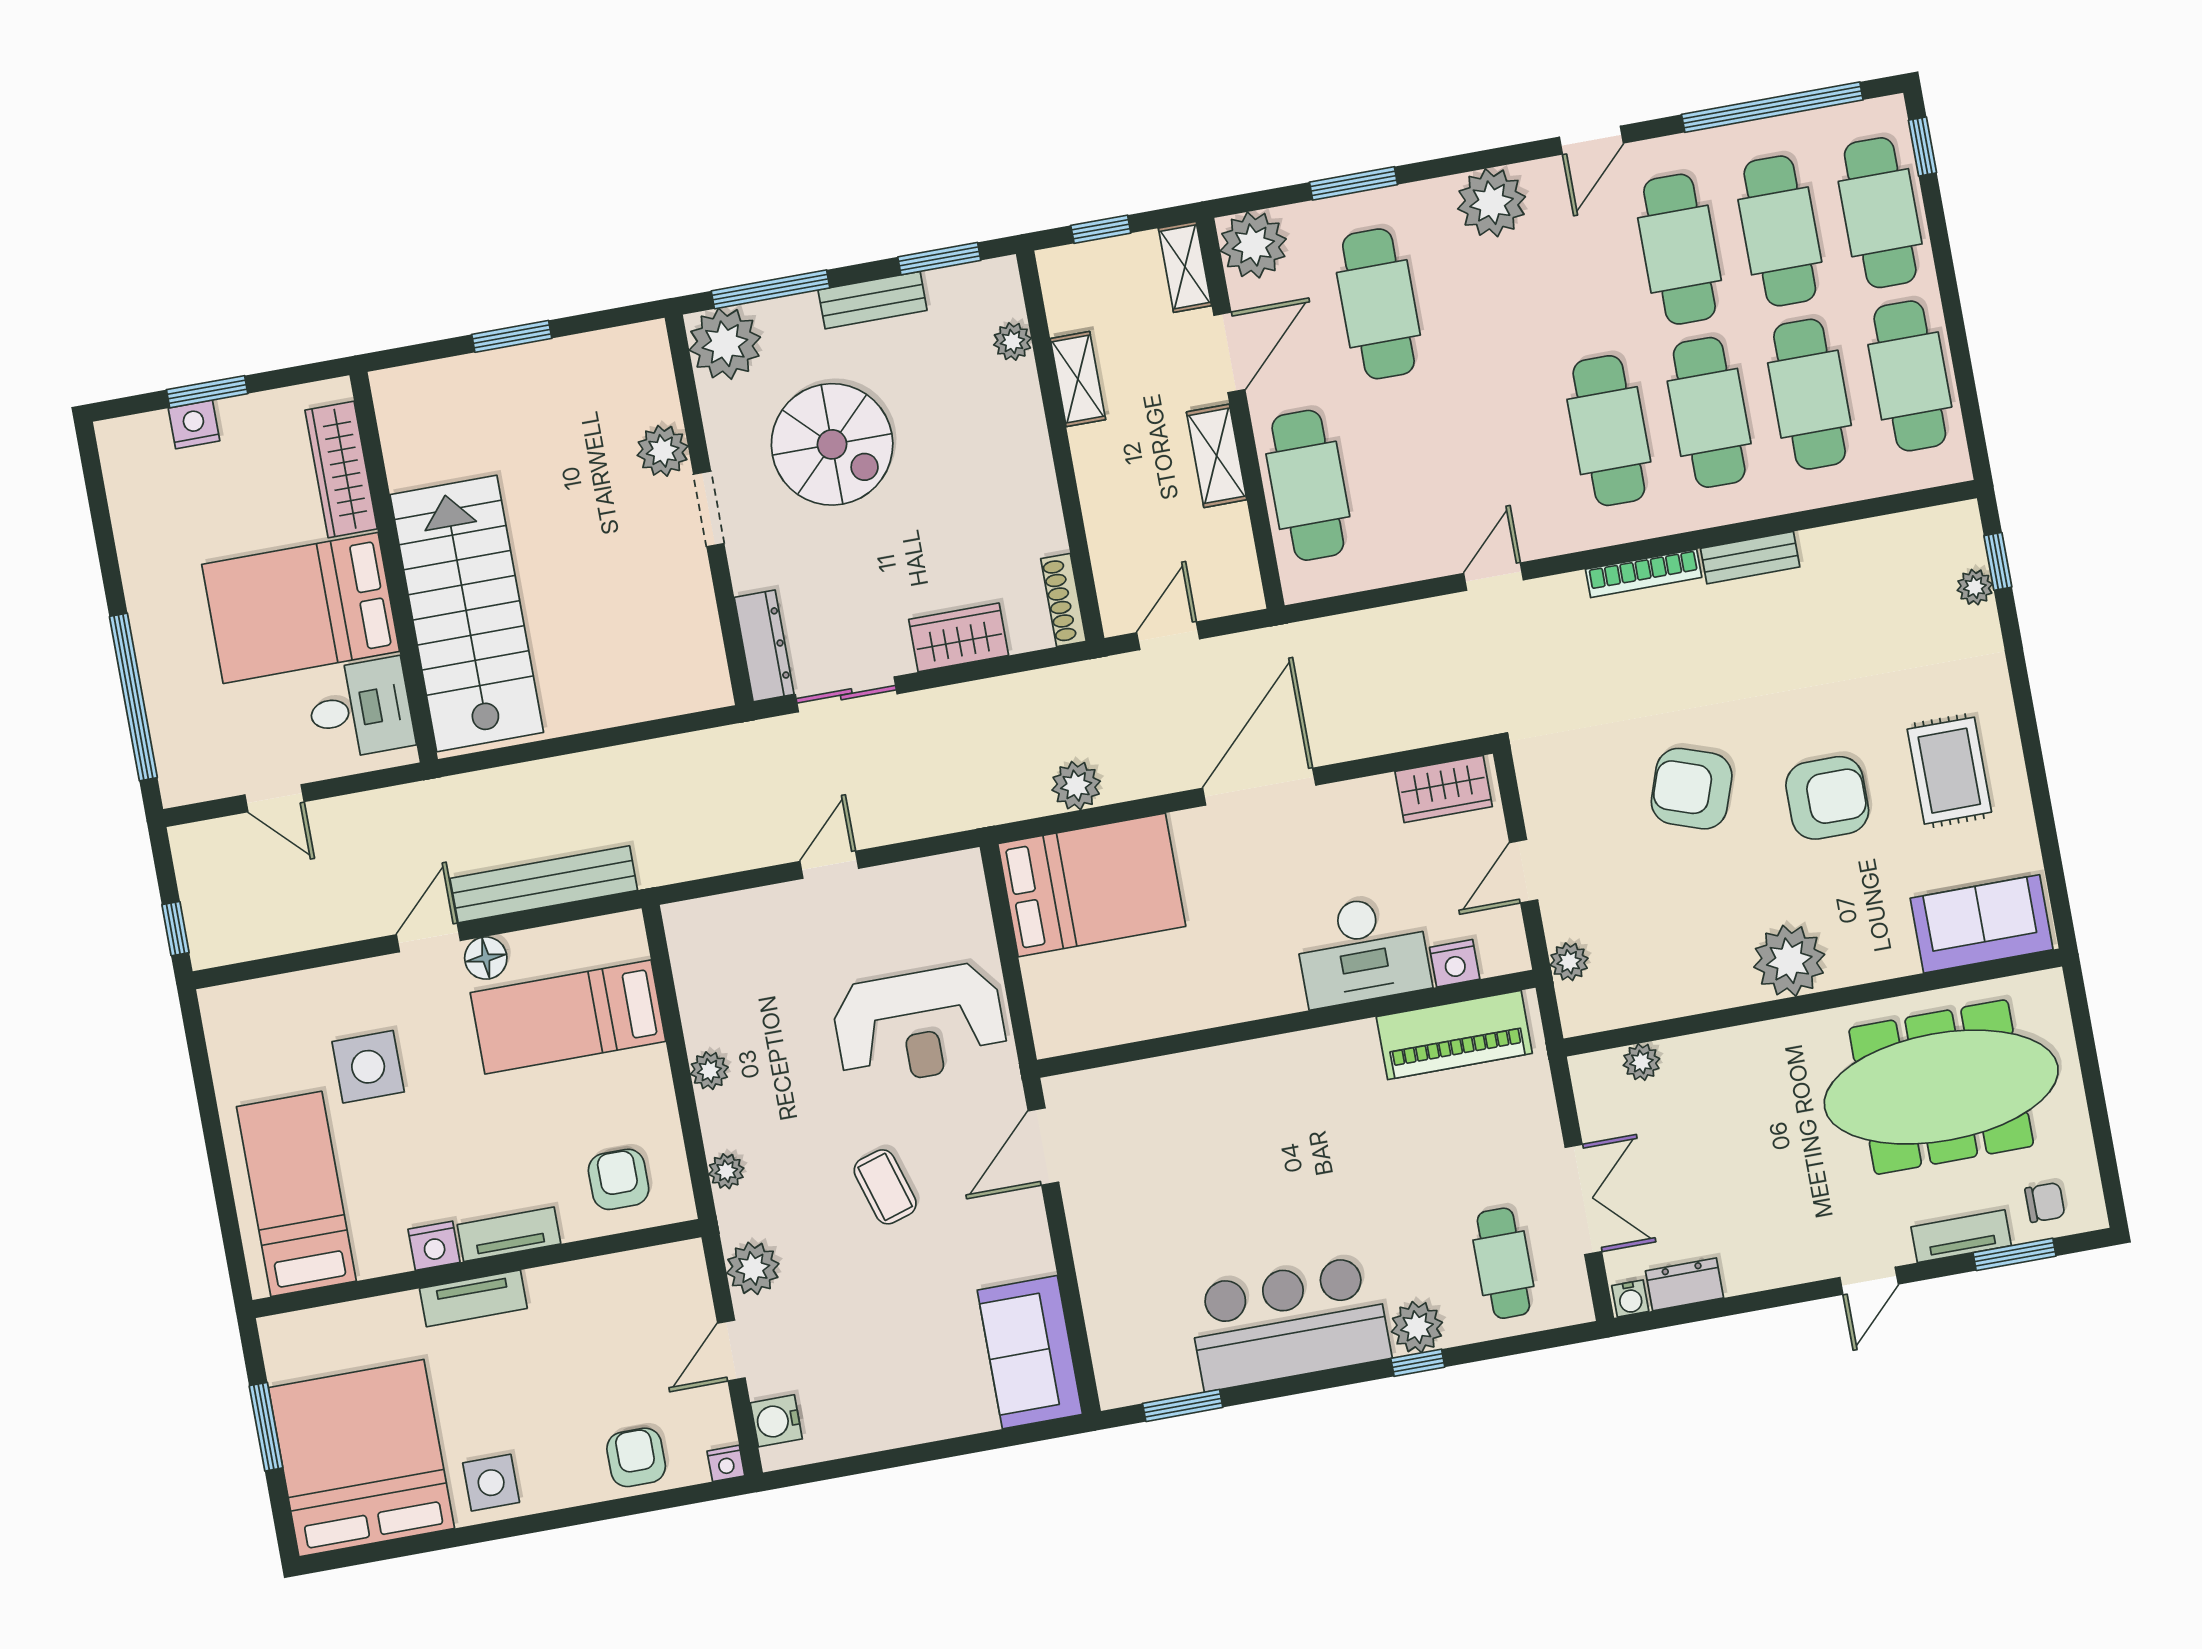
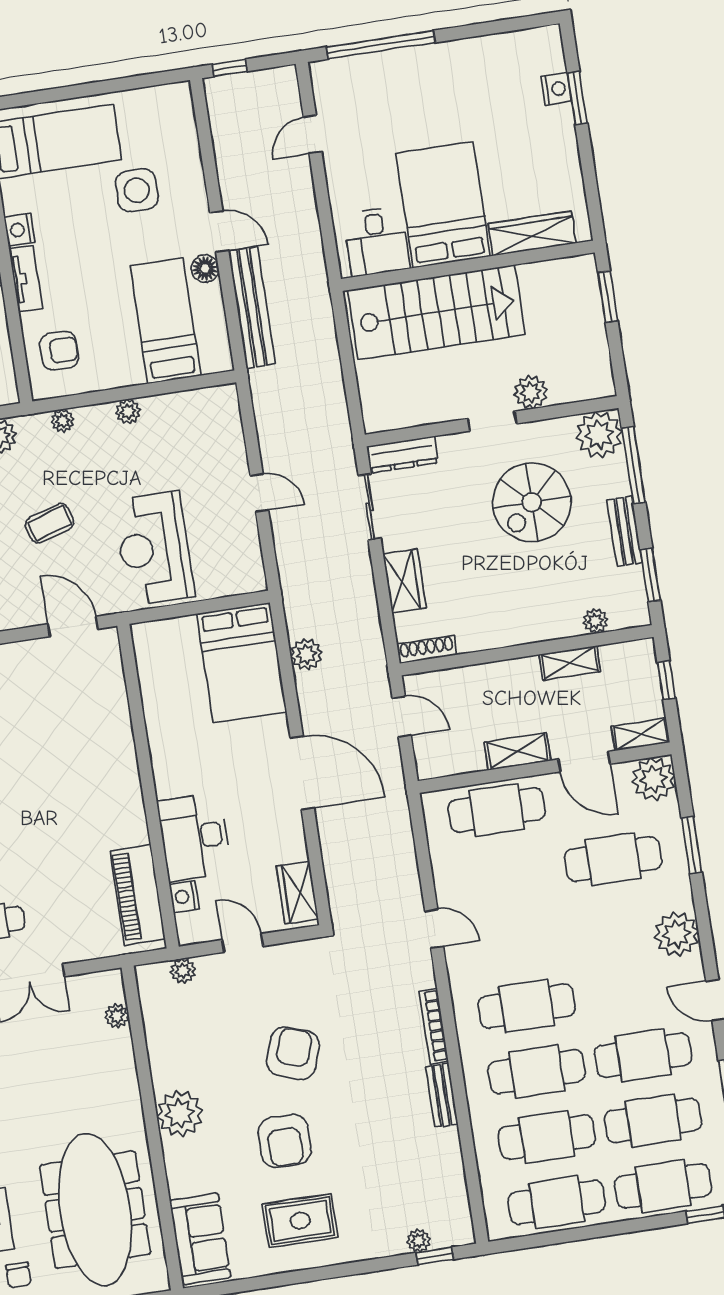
wardrobe: (341, 470) -> (532, 233), moved
wall: (394, 567) -> (468, 266), moved
bed: (301, 608) -> (443, 205), moved
stairs: (467, 613) -> (436, 312), moved
desk: (360, 709) -> (377, 241), moved

